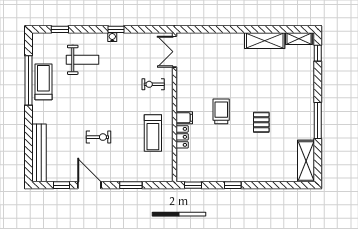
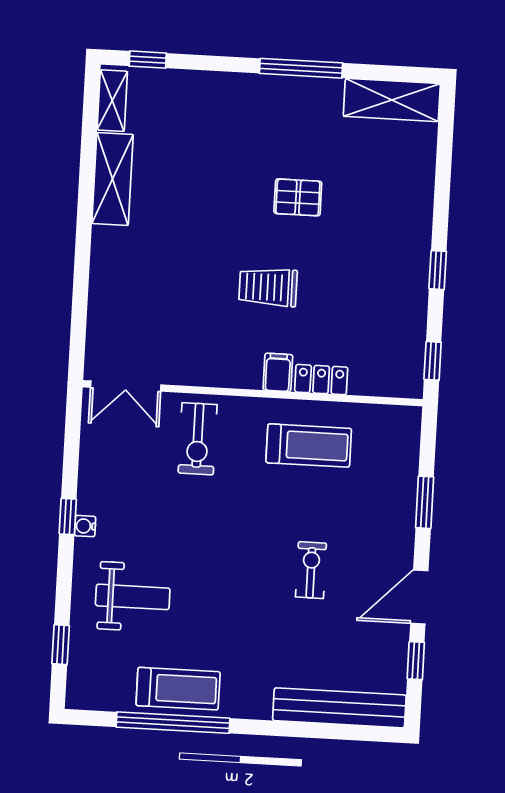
weight bench: (82, 60) -> (133, 597), turned 90
treadmill: (43, 82) -> (178, 689), turned 180
exercise bike: (153, 84) -> (198, 439), width x1.38, depth x1.39

